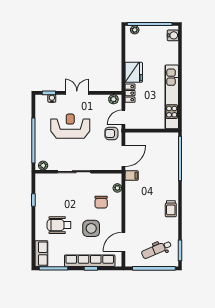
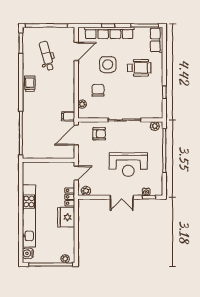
kitchen unit: (172, 97) -> (29, 216), moved
armchair: (111, 133) -> (99, 134), moved
dental chair: (156, 250) -> (47, 56), moved, turned -83

